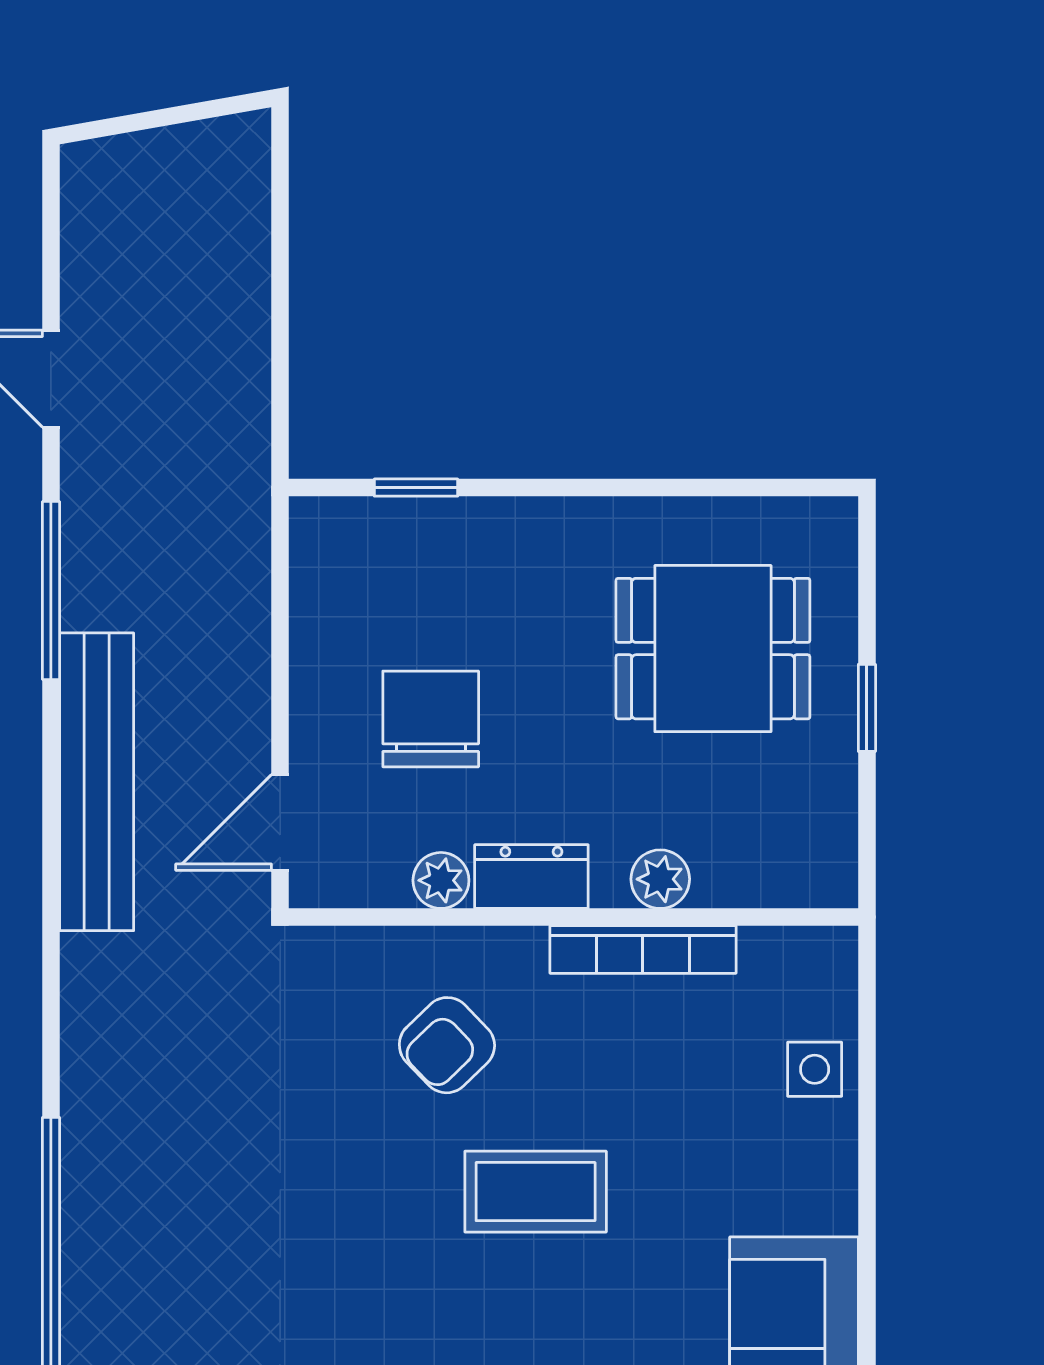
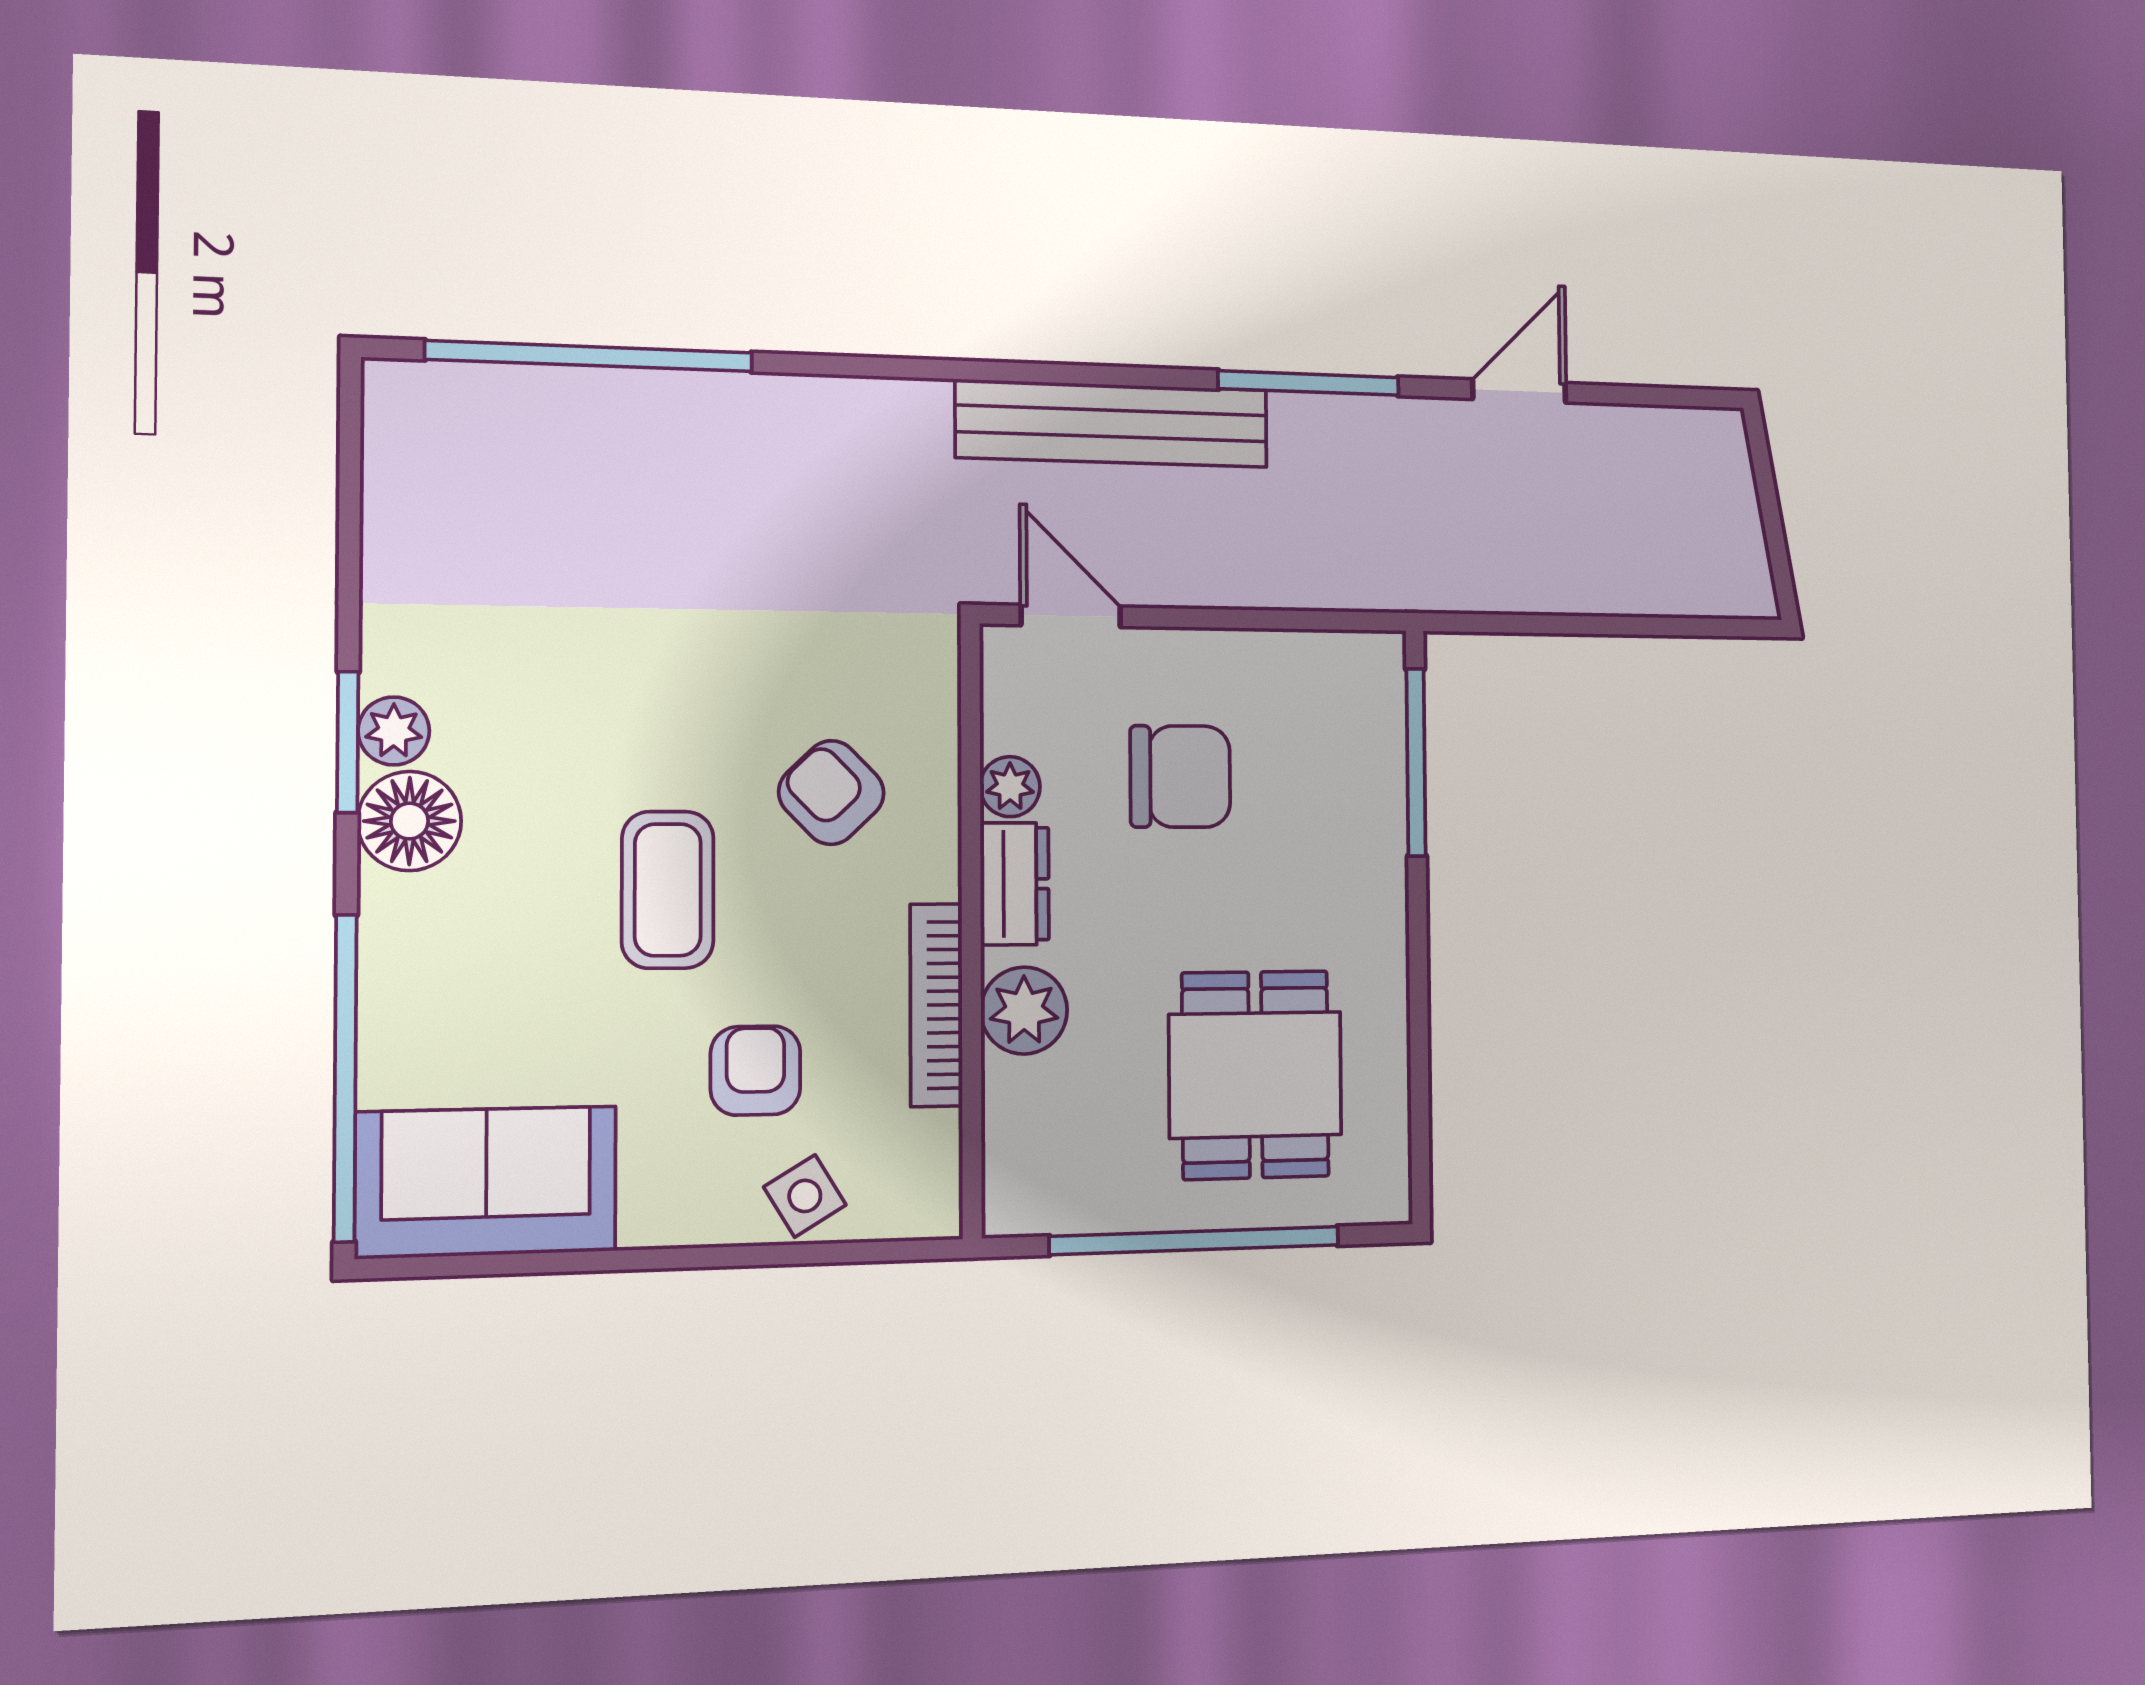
window: (416, 488) -> (1416, 762), width x2.17
window: (867, 708) -> (1195, 1241), width x3.17
plant: (660, 879) -> (1024, 1011), width x1.38, depth x1.38
side table: (815, 1069) -> (805, 1196), turned -31
armchair: (700, 1114) -> (755, 1071), added

